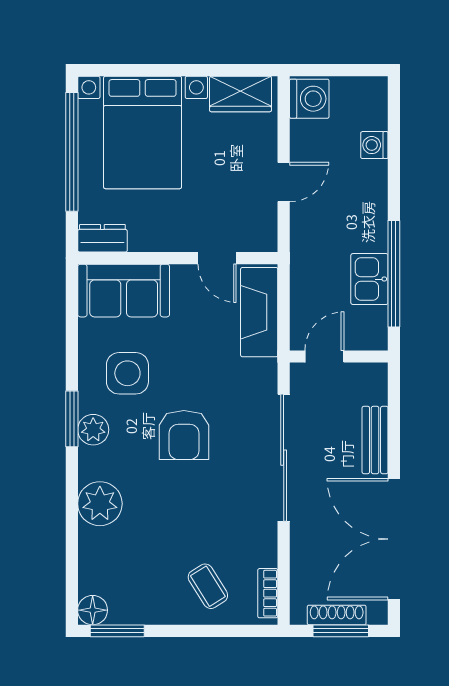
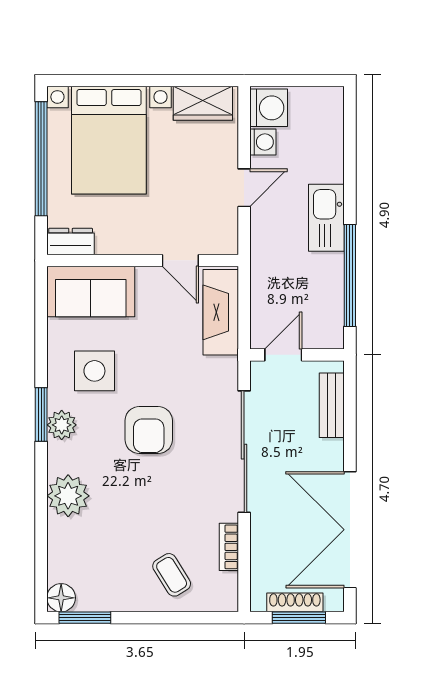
washing machine: (374, 145) -> (263, 142), moved, turned 180
kitchen sink: (369, 279) -> (326, 218), moved, width x1.38
bench: (375, 440) -> (332, 405), moved
bookcase: (268, 593) -> (229, 547), moved

